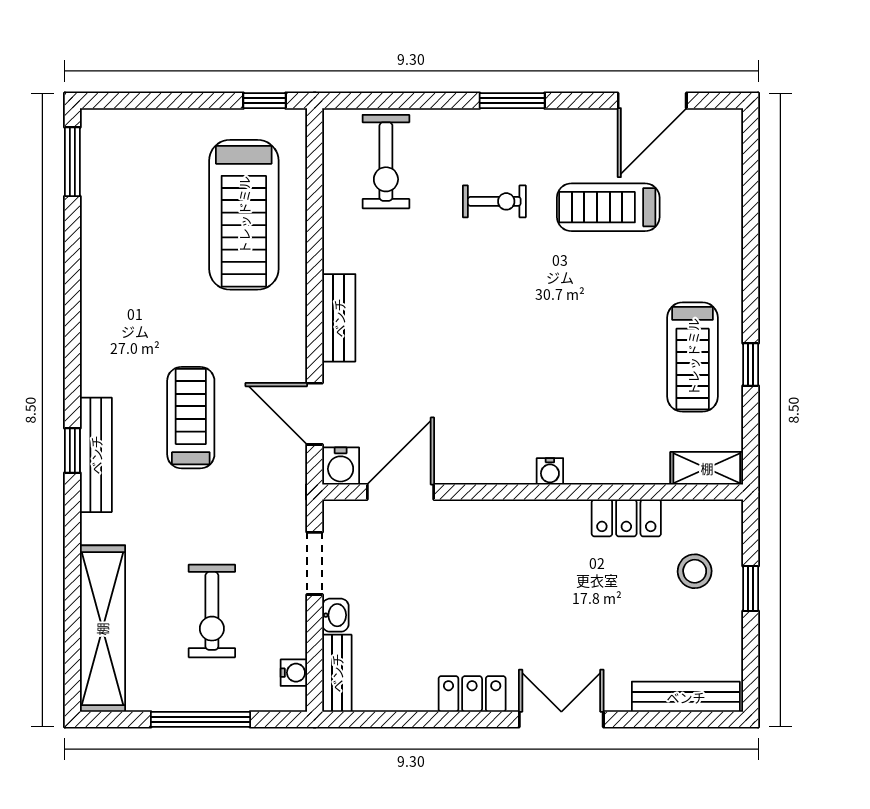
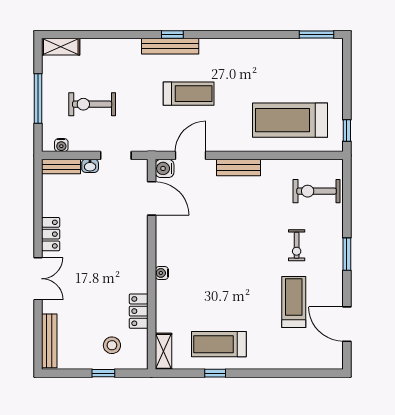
shelving: (102, 629) -> (61, 47), width x0.45, depth x0.75

